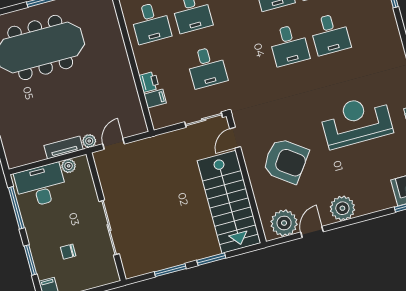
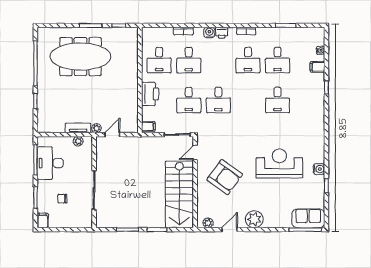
desk: (289, 45) -> (218, 100), moved
printer: (149, 82) -> (150, 94), width x1.87, depth x1.48
filing cabinet: (155, 99) -> (148, 127), moved
desk: (41, 185) -> (50, 163), moved, turned -90
plant: (284, 223) -> (208, 223), width x0.53, depth x0.53

